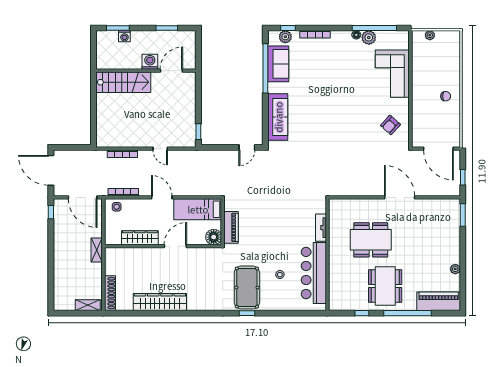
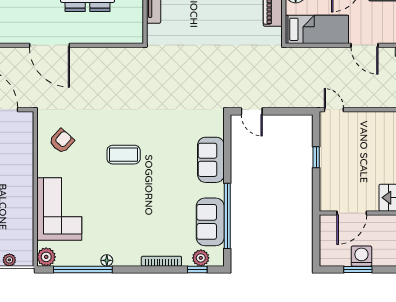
plant: (369, 37) -> (46, 257), moved
washing machine: (150, 62) -> (361, 256), moved, turned 180
coffee table: (344, 115) -> (124, 155), added
sofa: (278, 117) -> (211, 160), width x0.73
window: (198, 132) -> (316, 157), moved
door: (247, 147) -> (252, 111), swing flipped
door: (160, 149) -> (334, 110), moved

